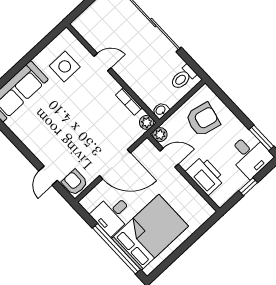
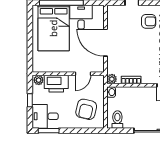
plant: (160, 135) -> (39, 80), moved
door: (115, 164) -> (105, 43), hinge flipped
armchair: (75, 183) -> (149, 21), moved

